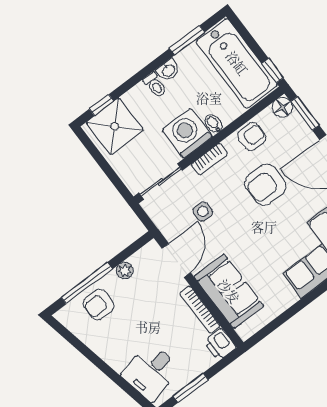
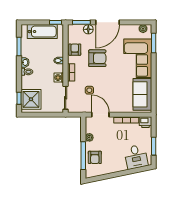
bathtub: (237, 63) -> (42, 32), width x0.73, depth x0.73
floor lamp: (282, 107) -> (88, 29), moved
washing machine: (187, 133) -> (59, 78), width x0.53, depth x0.53
armchair: (266, 185) -> (97, 58), turned -90
sofa: (229, 291) -> (142, 94), moved, turned -90

